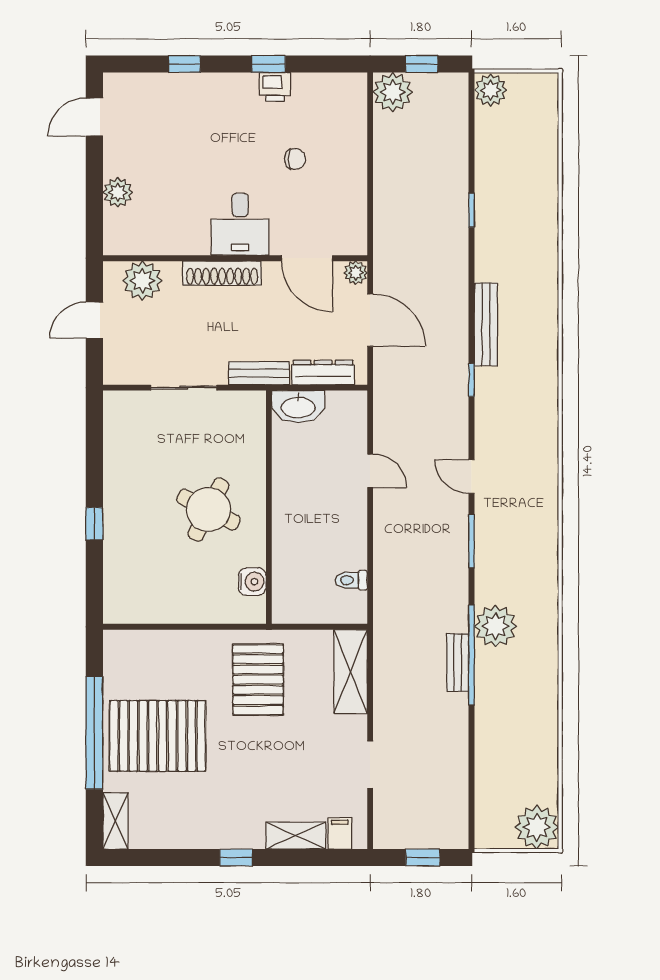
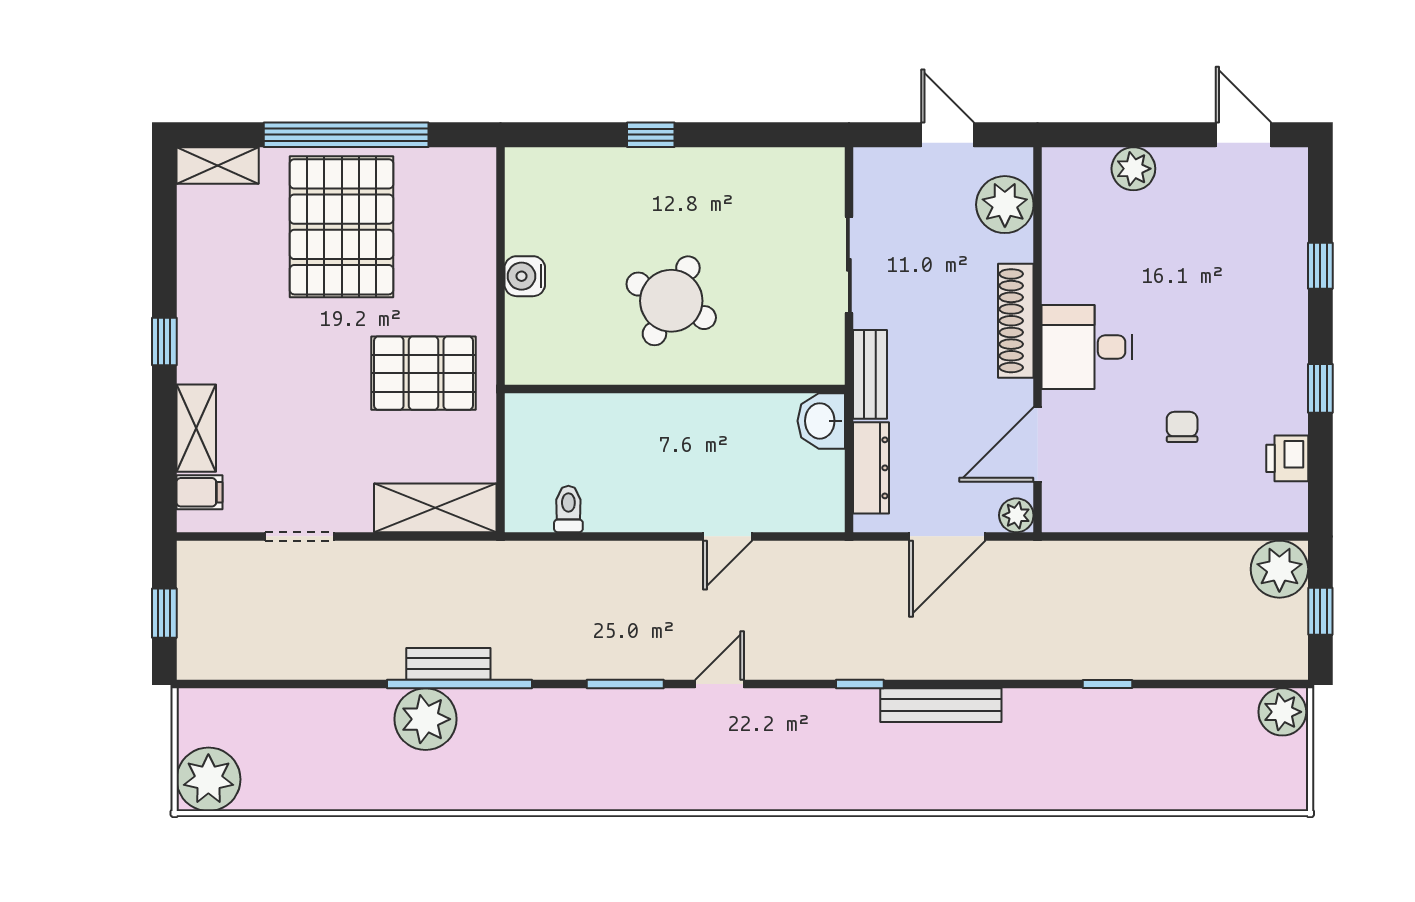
printer: (275, 87) -> (1287, 458), moved
chair: (295, 159) -> (1182, 427), turned 180
washbasin: (298, 407) -> (821, 421), width x0.72
water cooler: (252, 582) -> (525, 276), moved, turned 90
plant: (496, 626) -> (426, 719), moved

